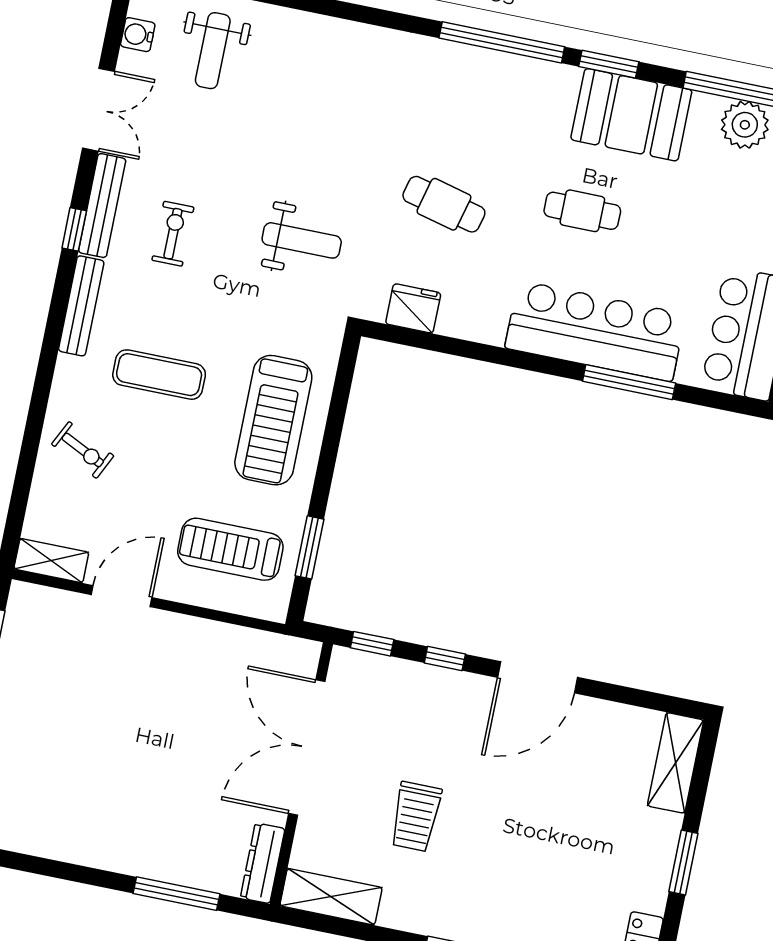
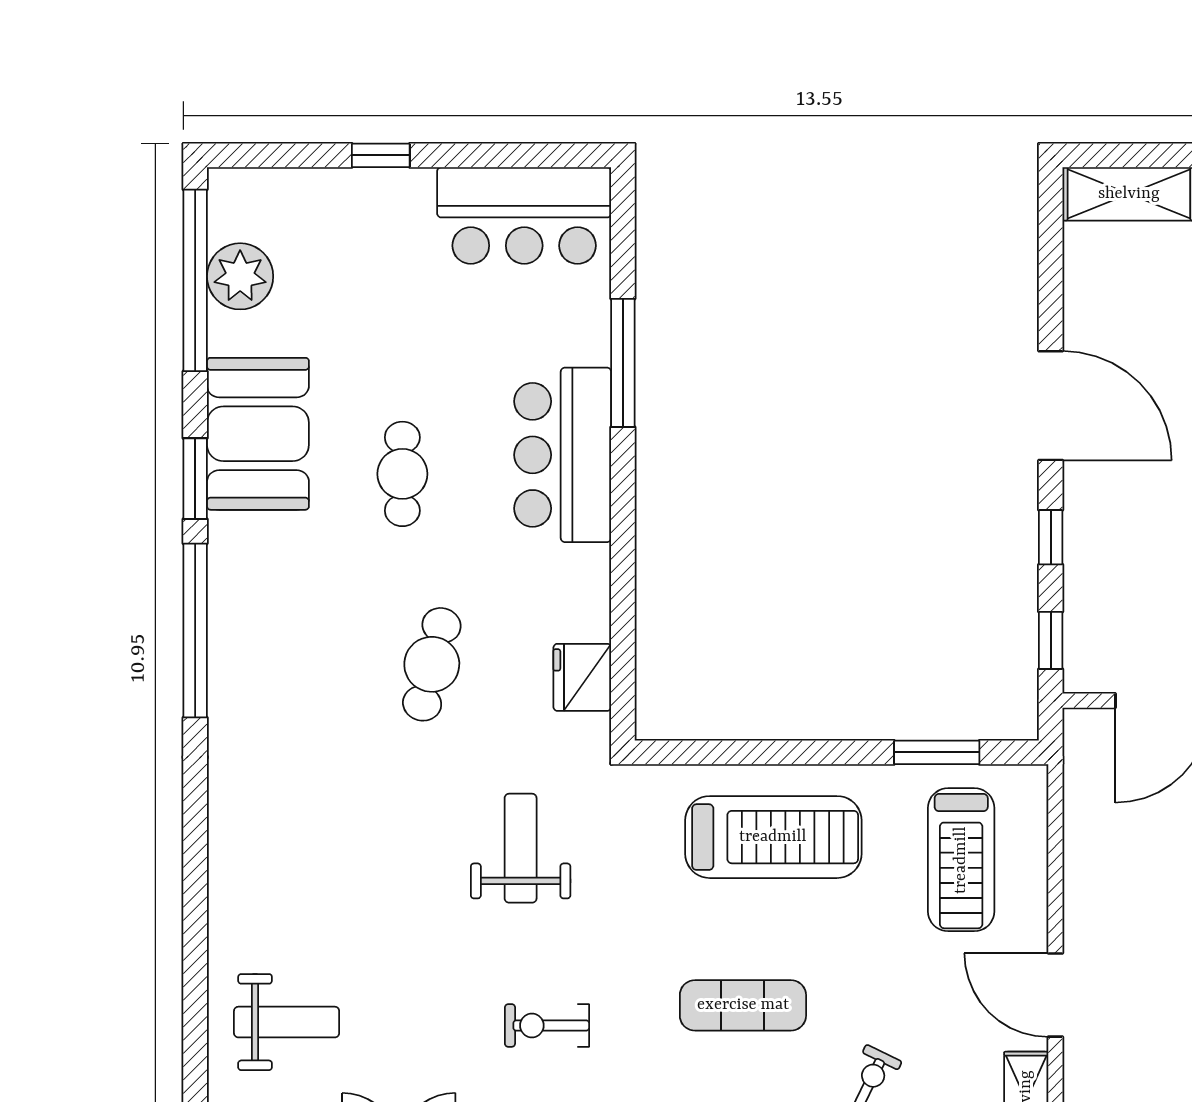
bar counter: (595, 331) -> (563, 455), width x0.73
exercise mat: (159, 375) -> (743, 1005), turned 90

